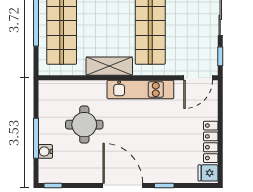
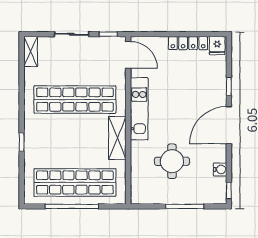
water cooler: (45, 151) -> (220, 169), moved, turned -90

